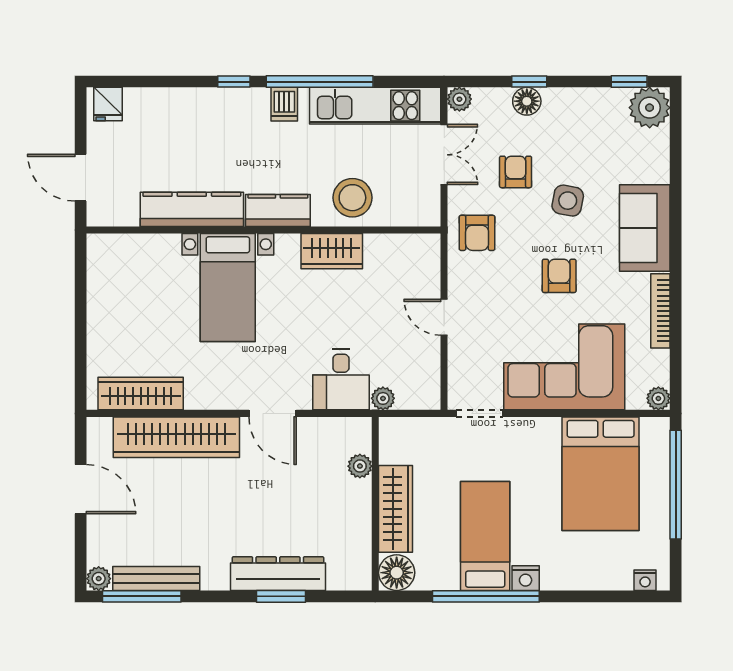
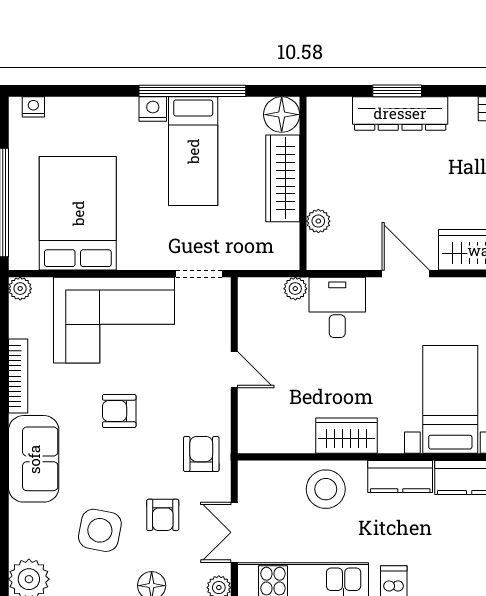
side table: (568, 201) -> (100, 530), moved, width x1.37, depth x1.37
armchair: (559, 276) -> (119, 411), turned 90

